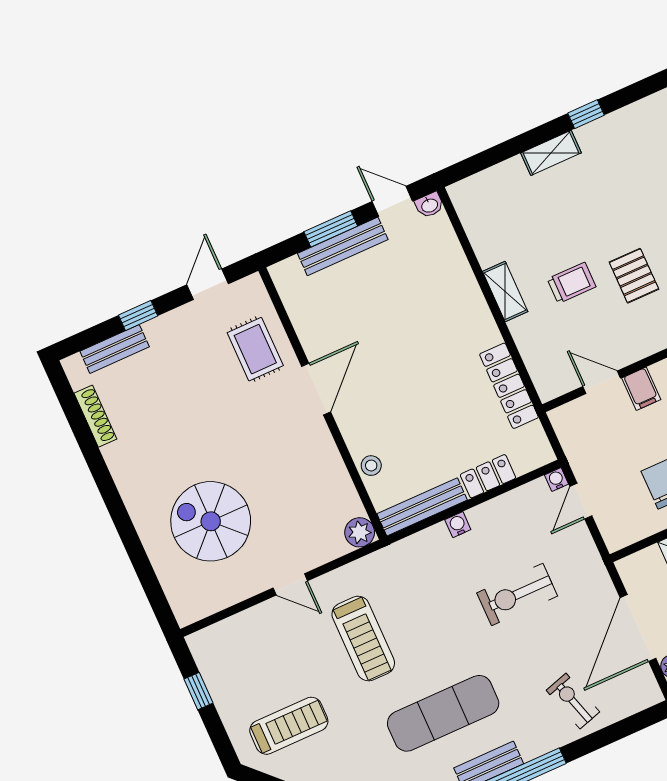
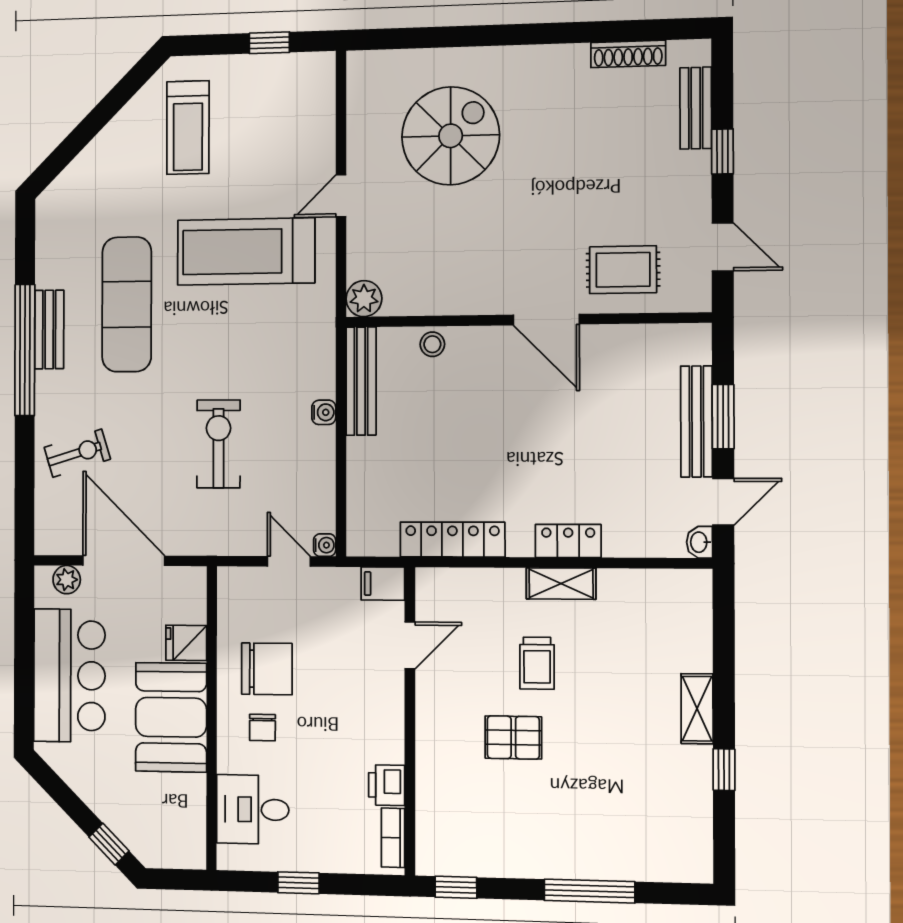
filing cabinet: (641, 389) -> (383, 584), moved
locker: (488, 476) -> (568, 541), moved, turned -90
treadmill: (363, 639) -> (246, 252), width x1.37, depth x1.38

